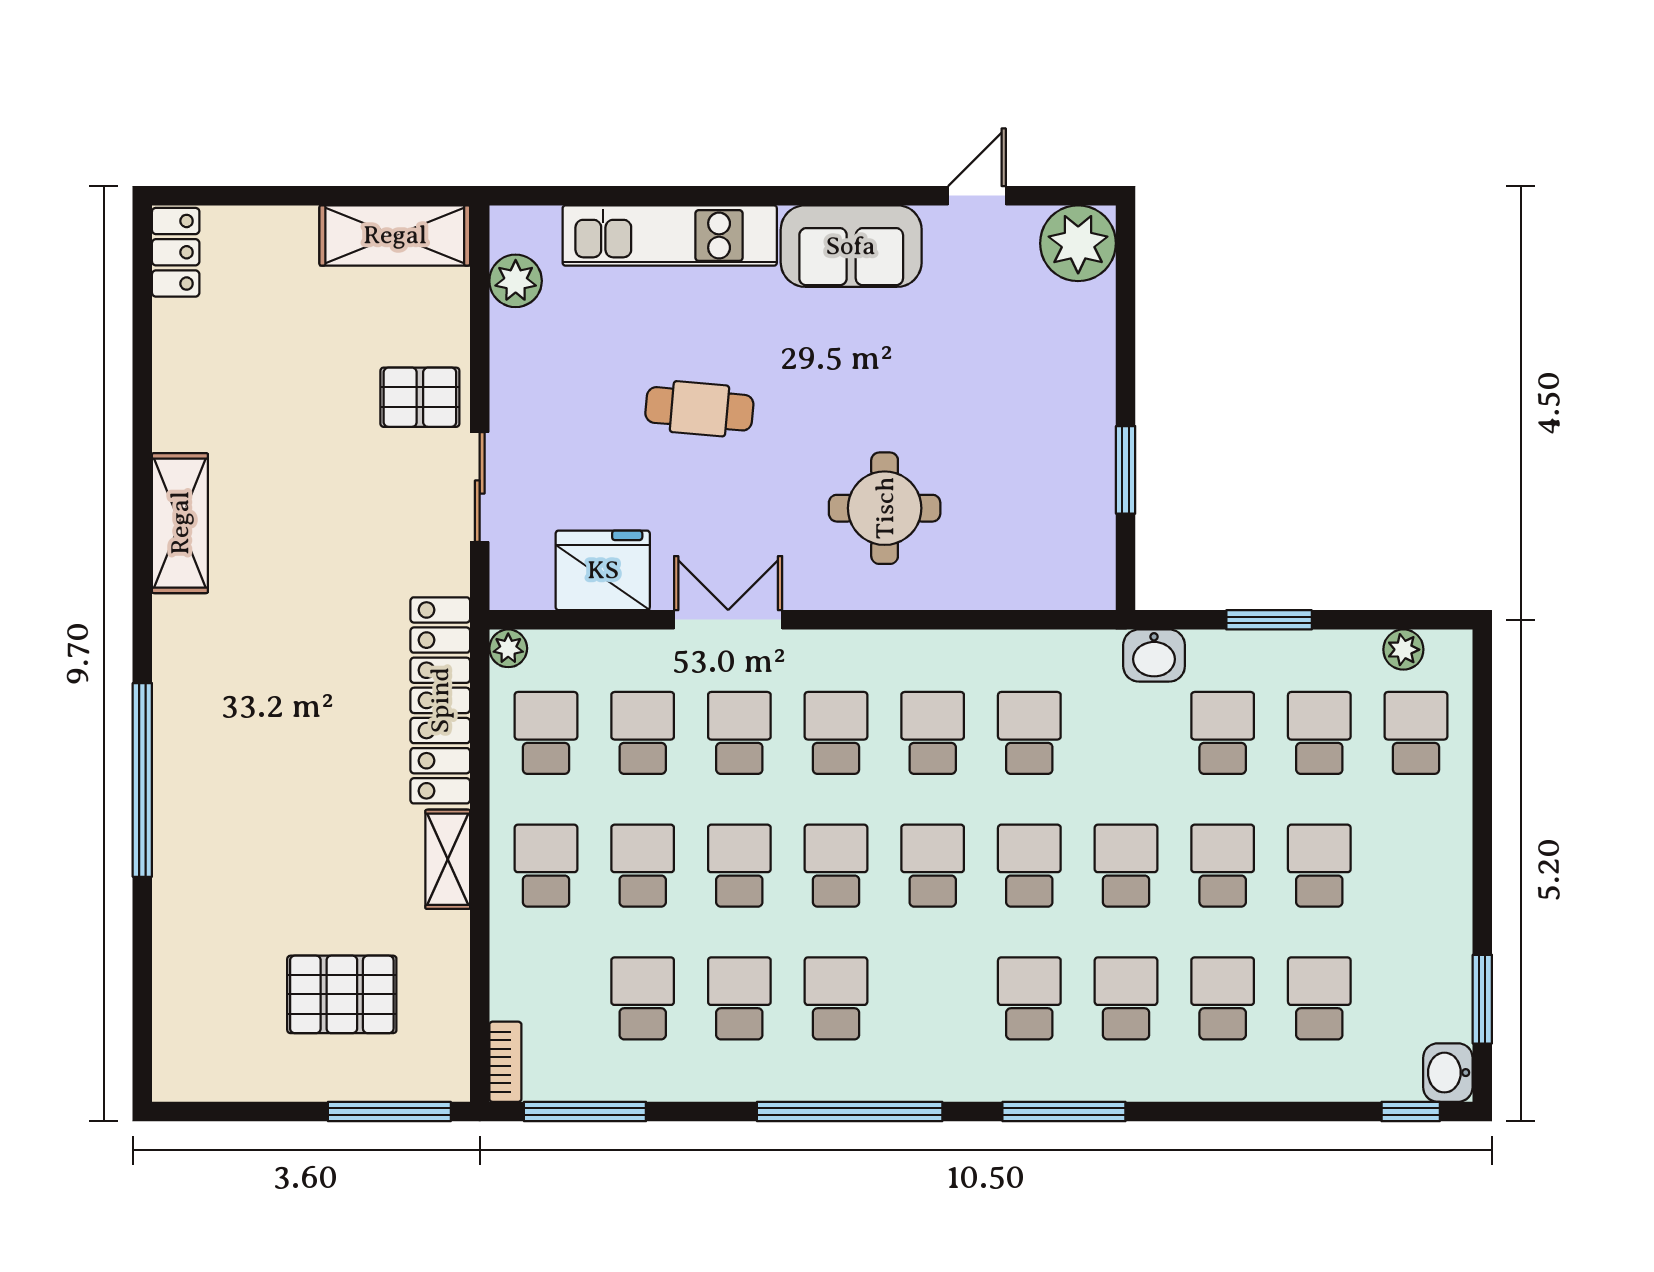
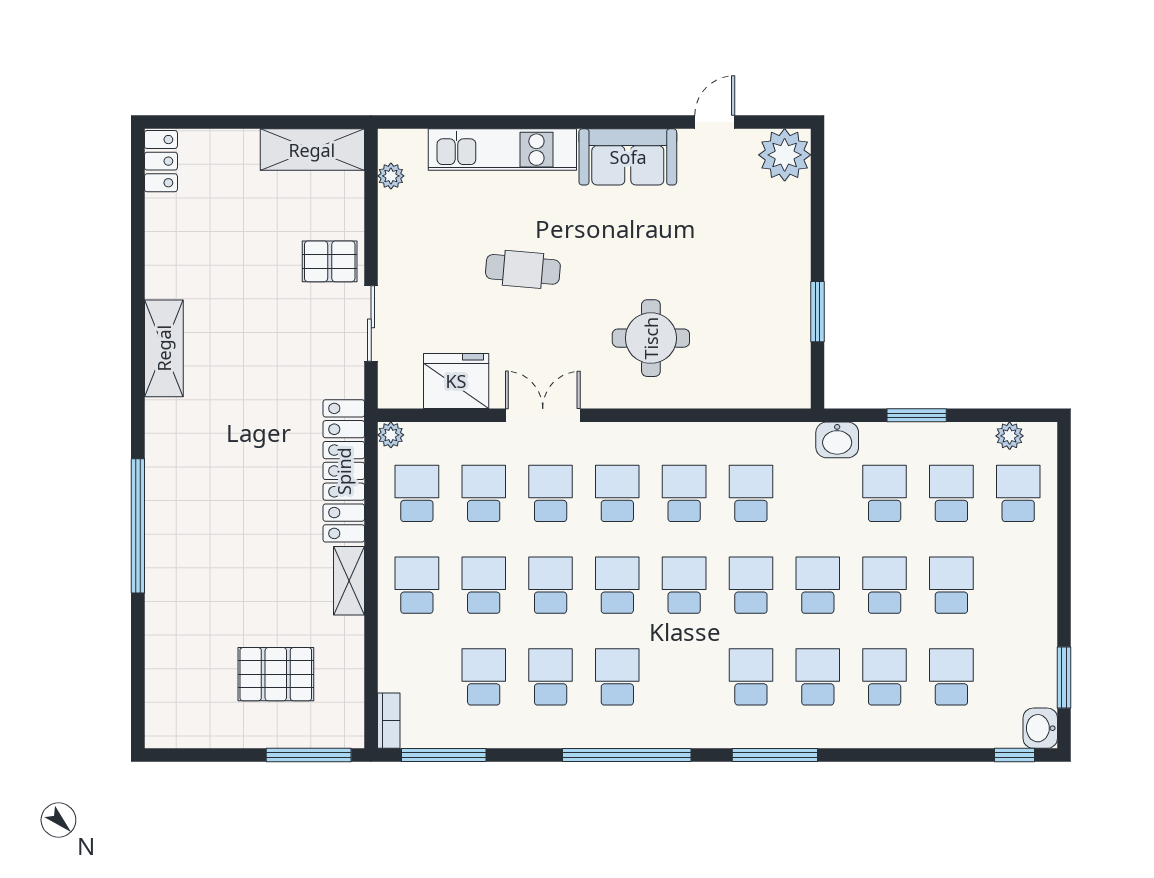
plant: (516, 281) -> (391, 176), width x0.73, depth x0.73

